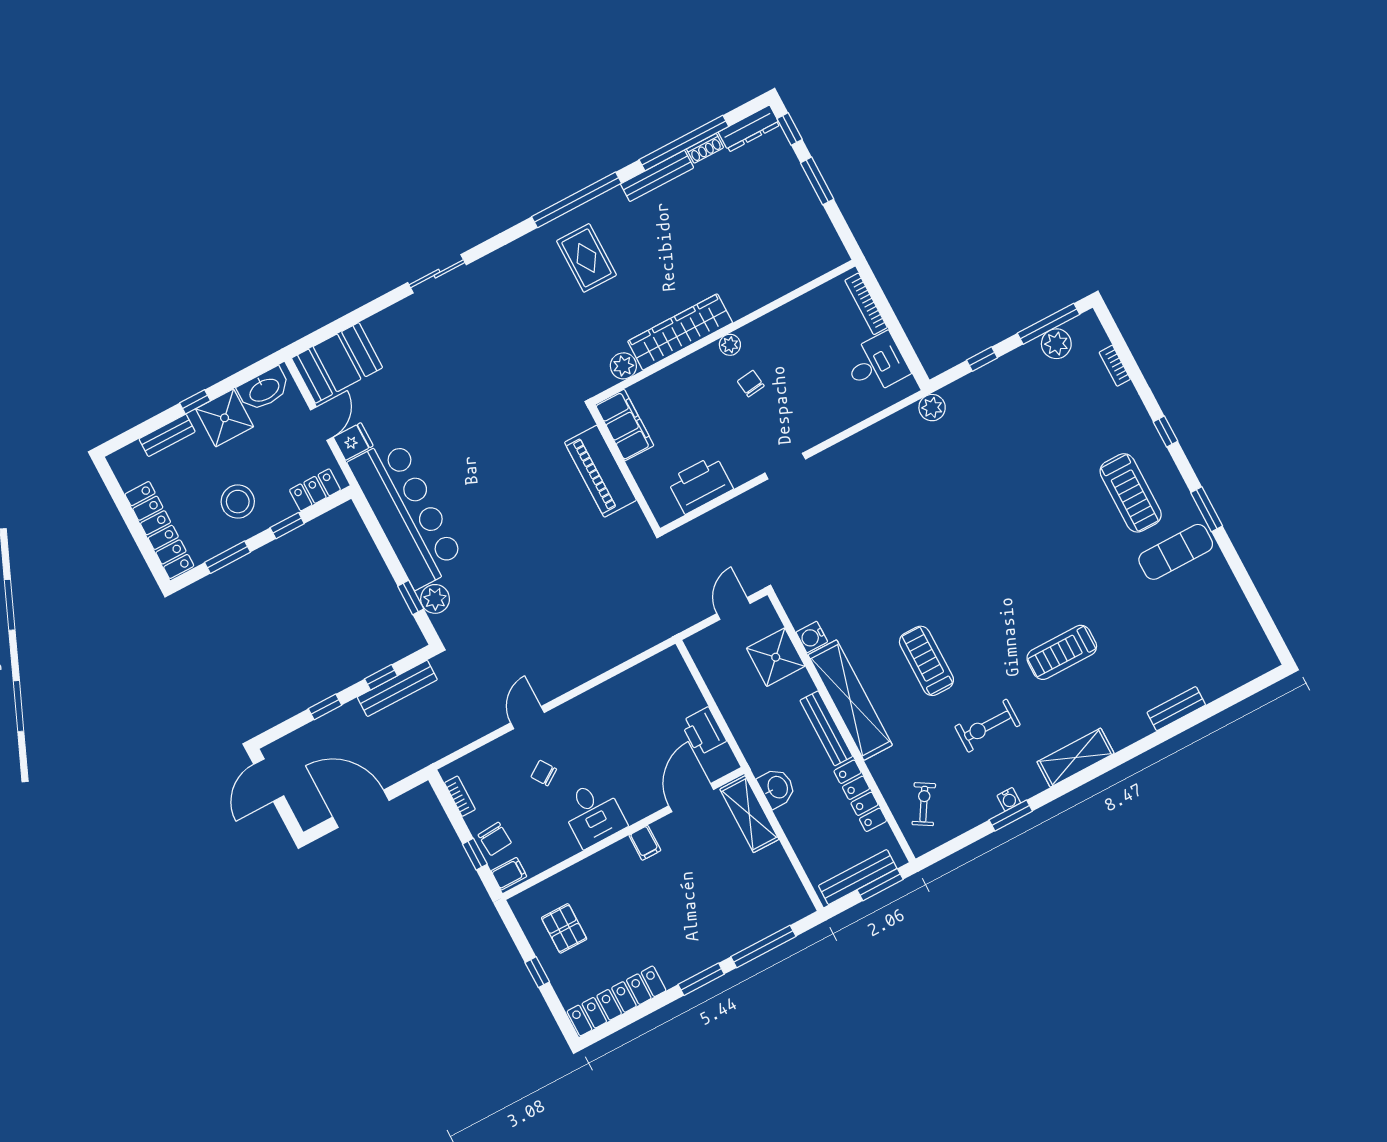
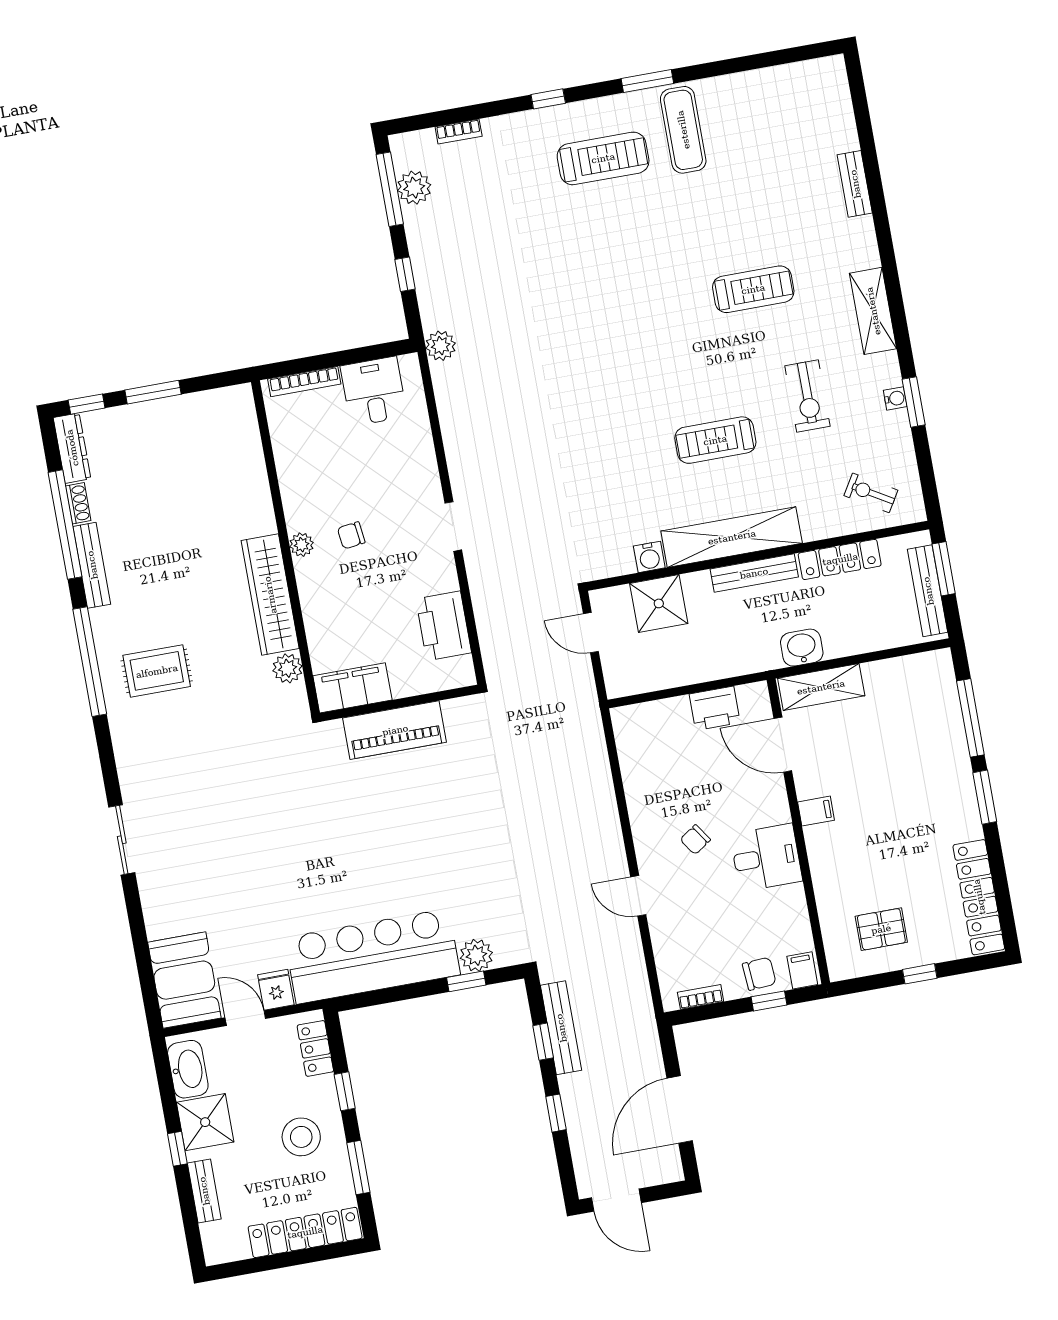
treadmill: (1062, 652) -> (753, 289), turned -90
chair: (544, 773) -> (695, 840), moved

